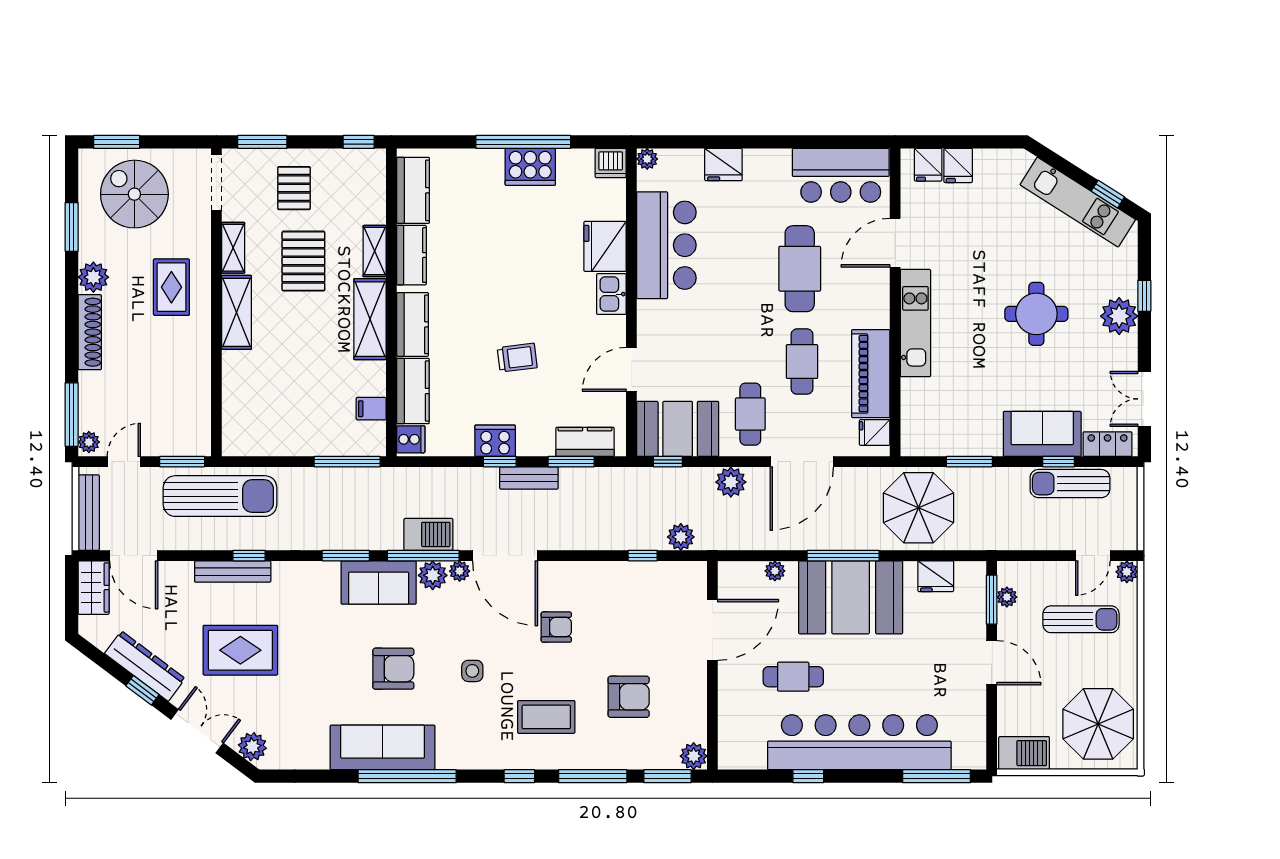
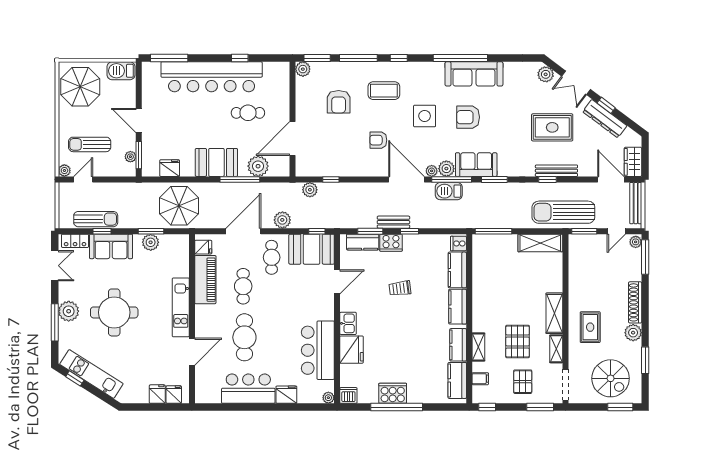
bar counter: (841, 175) -> (248, 389), moved
window: (1144, 296) -> (55, 322), width x2.17
round table: (1036, 314) -> (114, 312), width x1.36, depth x1.36
shelving: (370, 319) -> (540, 243), moved, turned 90
filing cabinet: (371, 409) -> (480, 379), moved
cooker: (495, 441) -> (391, 243), moved
plant: (970, 441) -> (151, 242), added
window: (843, 556) -> (240, 179), moved
plant: (775, 571) -> (258, 166), width x1.88, depth x1.88
booth: (851, 597) -> (216, 162), width x0.73, depth x0.70
side table: (472, 671) -> (425, 116), width x1.87, depth x1.87
armchair: (629, 697) -> (339, 102), turned -90

